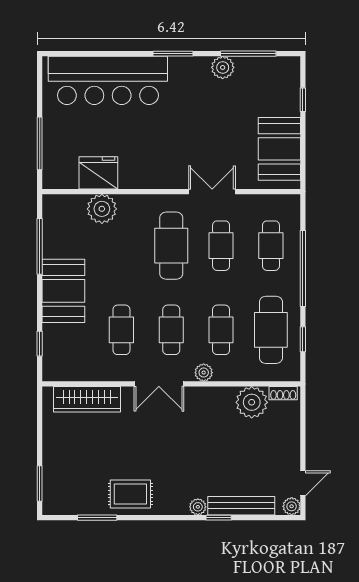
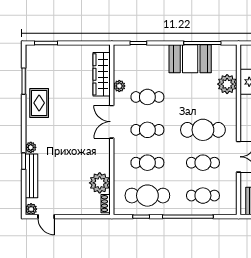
booth: (63, 291) -> (190, 59), moved
plant: (204, 373) -> (119, 86), moved

